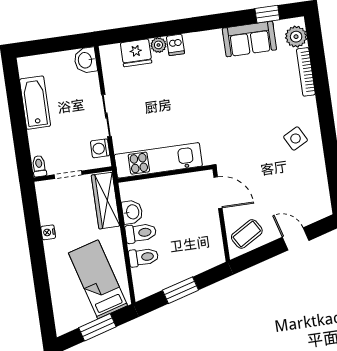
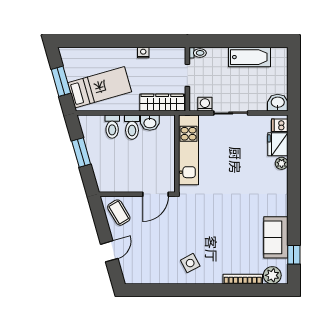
dishwasher: (175, 45) -> (280, 125), moved

